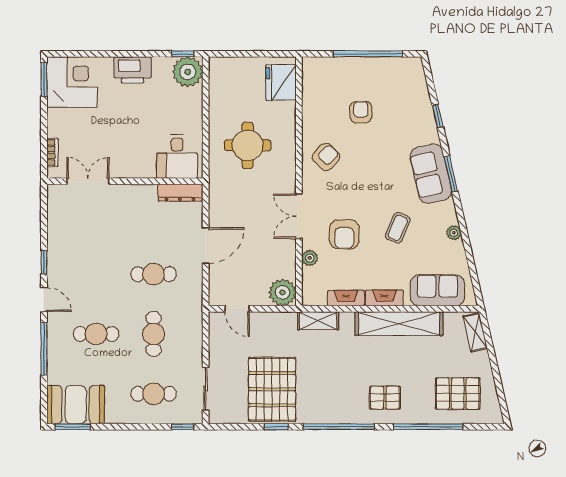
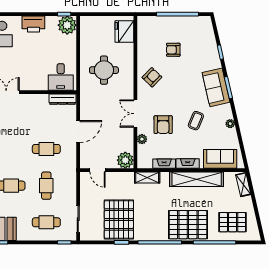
armchair: (361, 112) -> (173, 50), turned -90
pallet: (385, 398) -> (188, 225), width x2.05, depth x2.00

